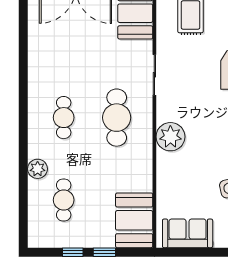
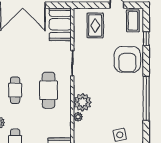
plant: (163, 160) -> (78, 117), added

